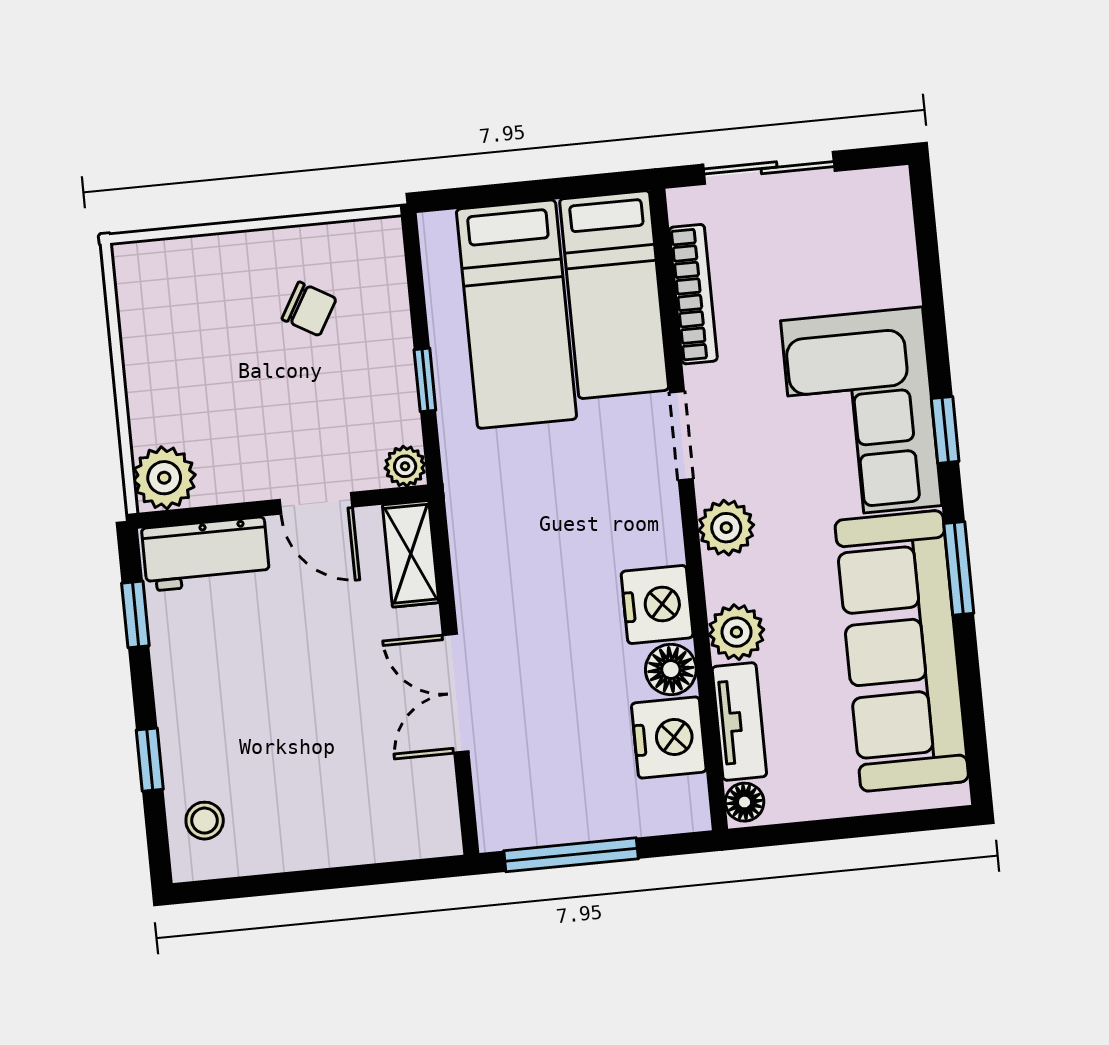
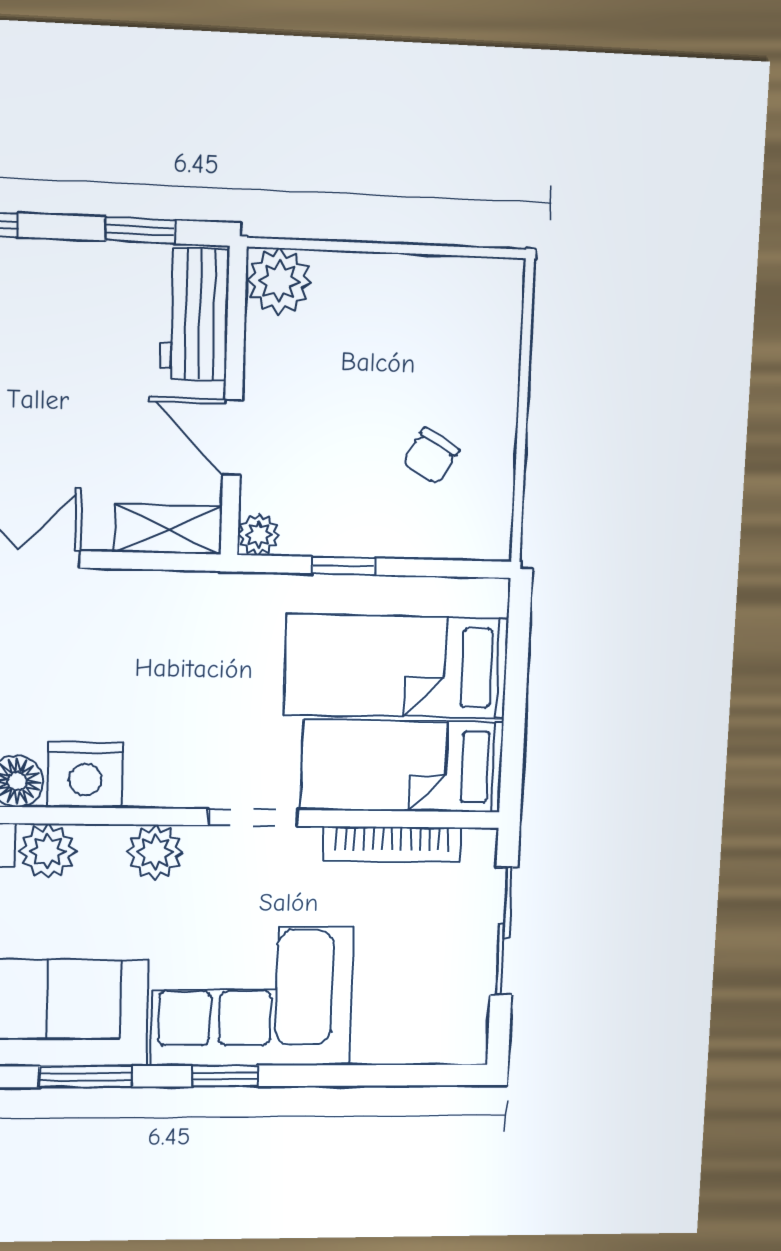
door: (316, 503) -> (232, 437), hinge flipped

